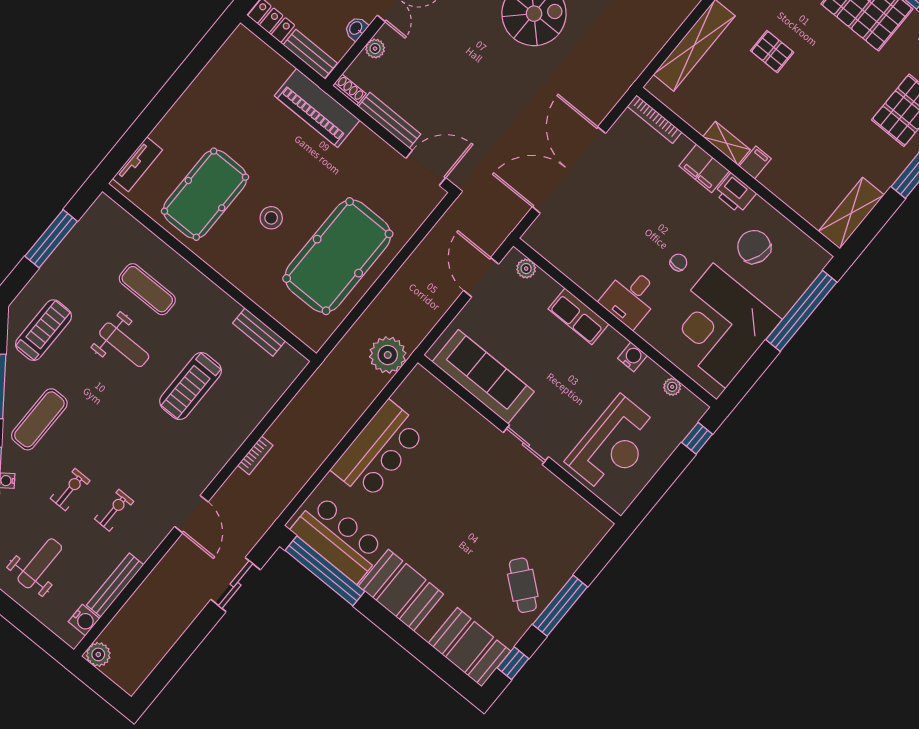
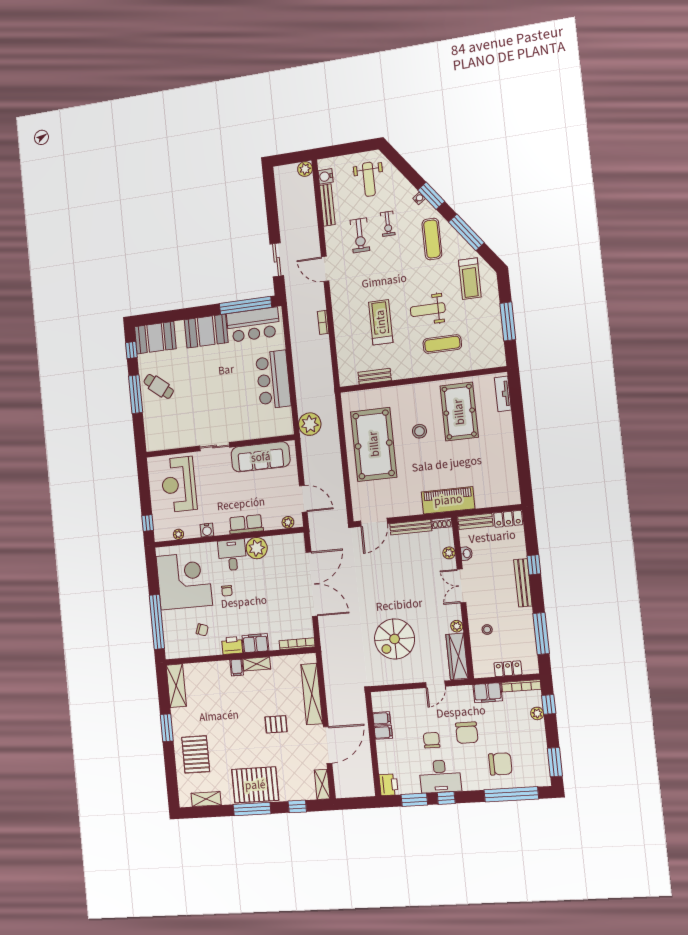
chair: (754, 247) -> (202, 630), width x0.54, depth x0.54
plant: (593, 276) -> (257, 548), added
exercise bike: (114, 510) -> (360, 235), width x1.38, depth x1.39

